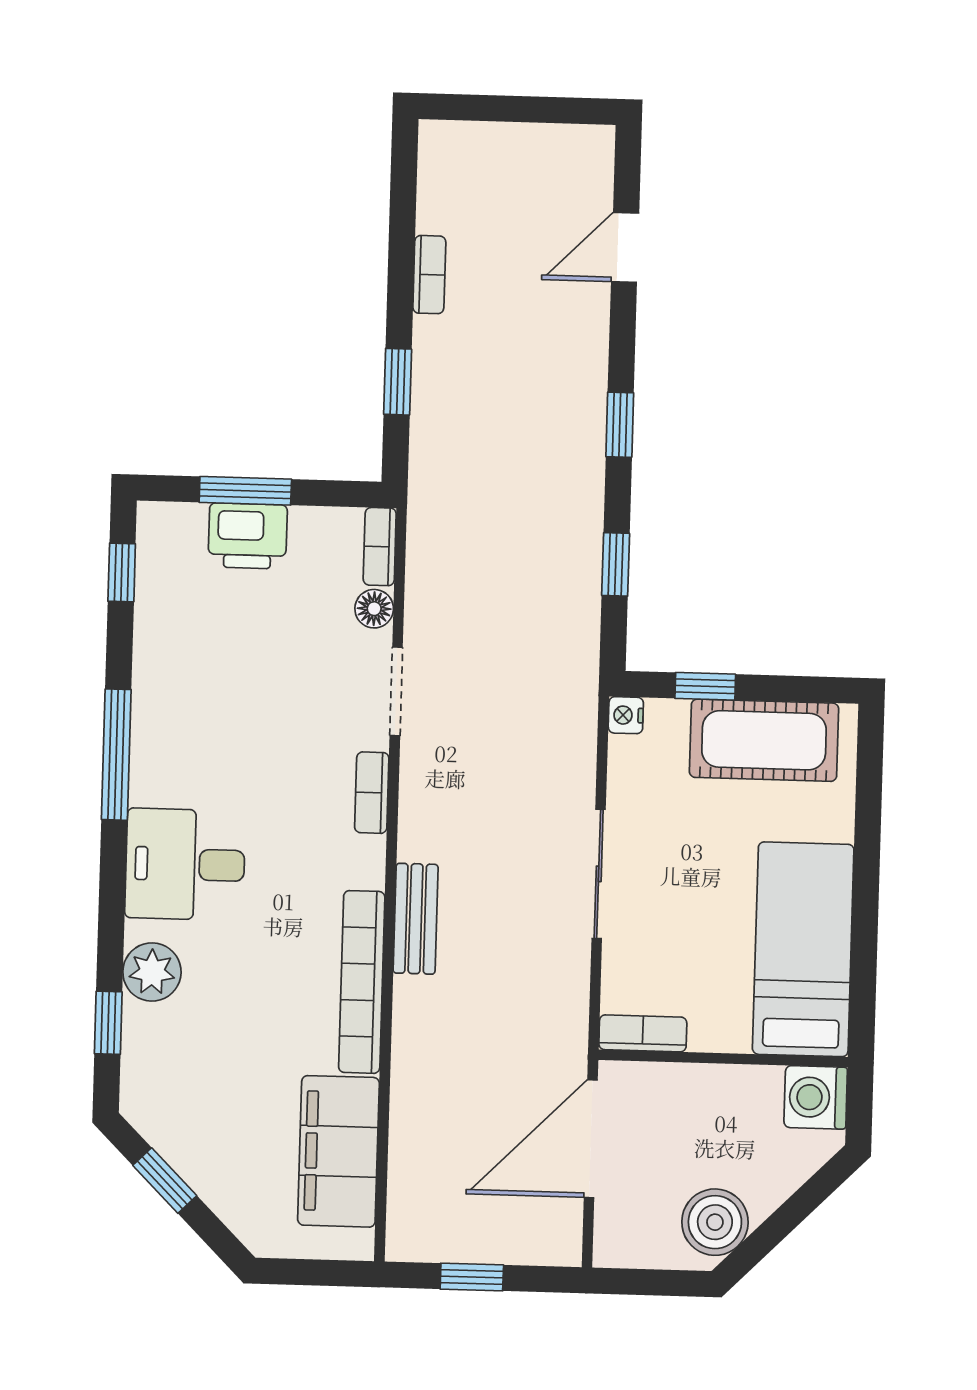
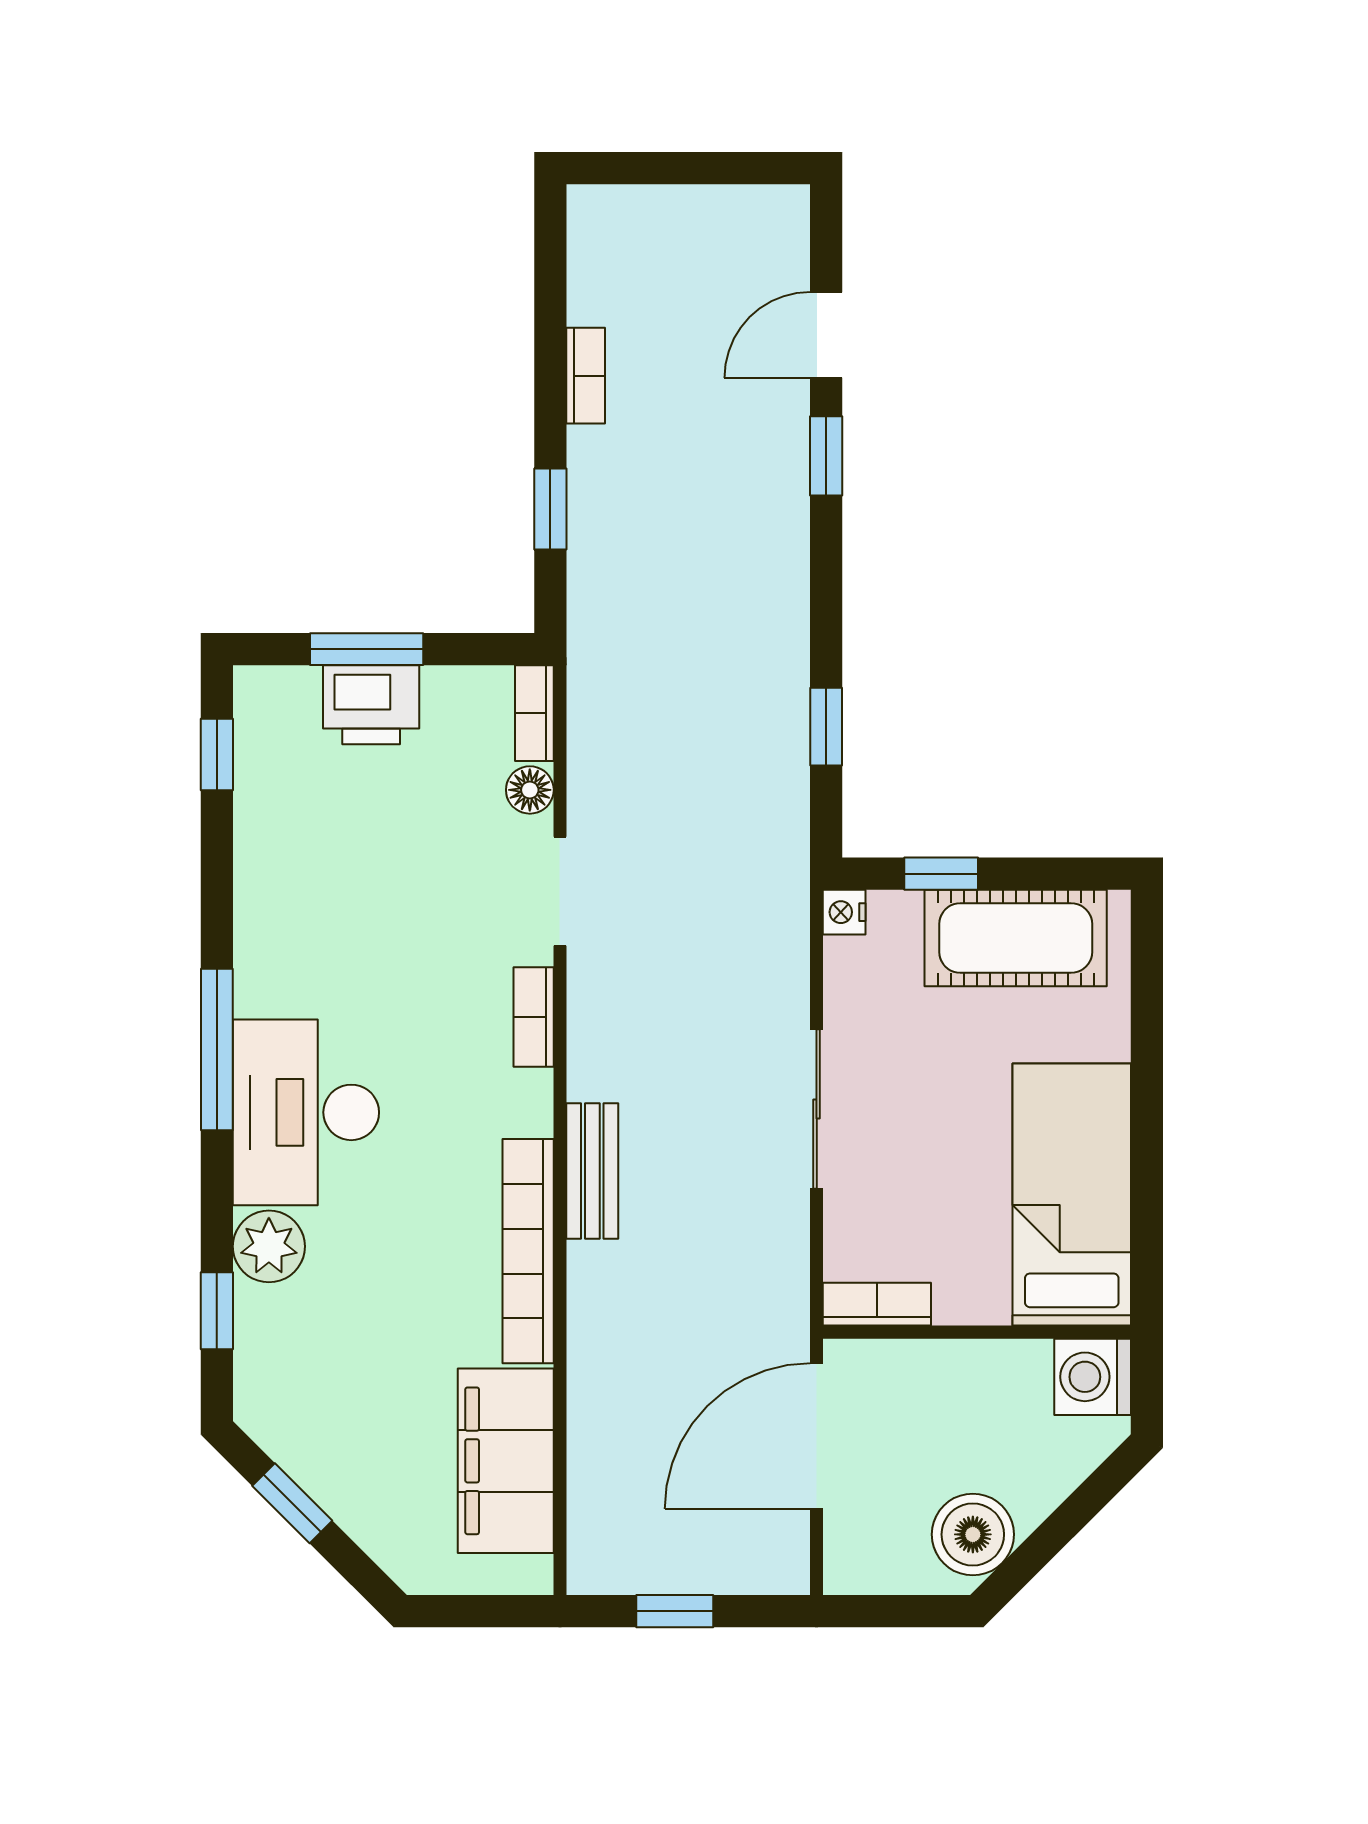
window: (620, 425) -> (826, 456), moved
window: (116, 755) -> (217, 1049), moved
desk: (185, 864) -> (306, 1112), width x1.37

